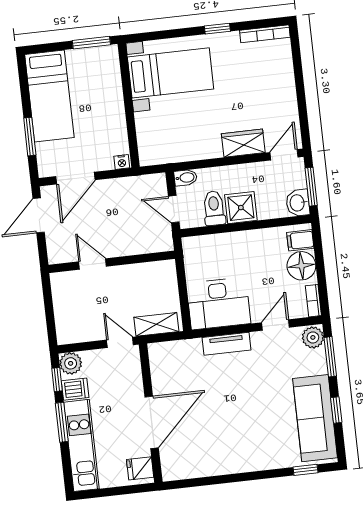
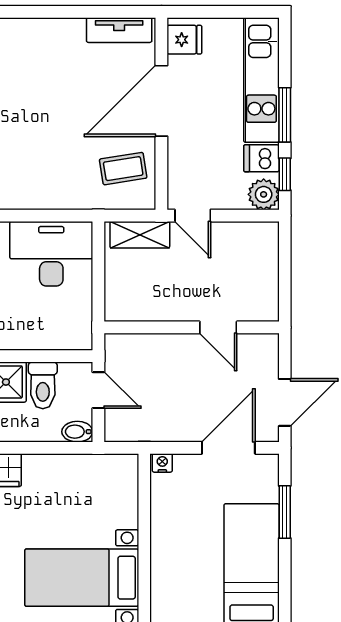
tv unit: (227, 344) -> (119, 30), moved, turned 180
coffee table: (174, 371) -> (123, 169), added

